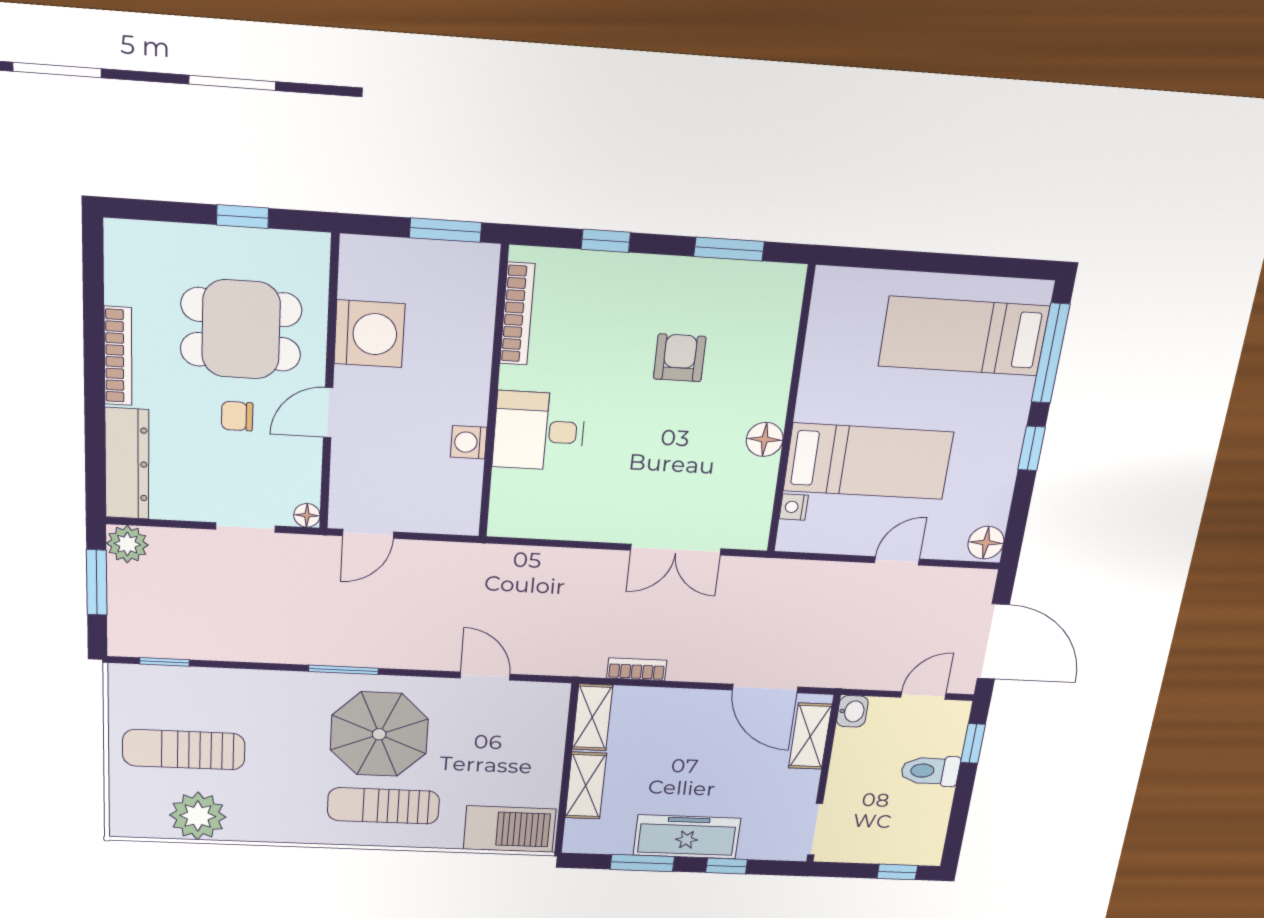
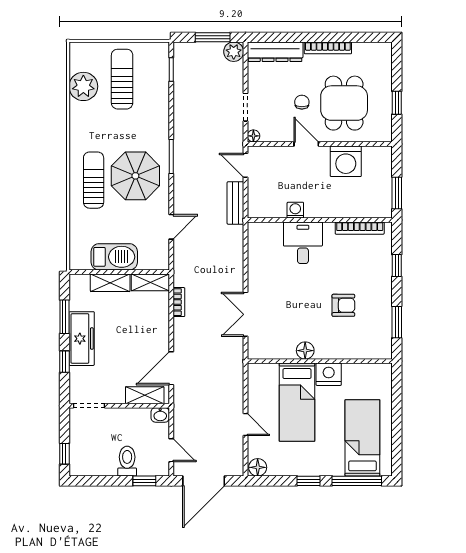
nightstand: (794, 507) -> (329, 374), moved, width x1.89, depth x1.79
bench: (446, 557) -> (235, 203), added
barbecue: (510, 829) -> (114, 257), moved, turned -90

